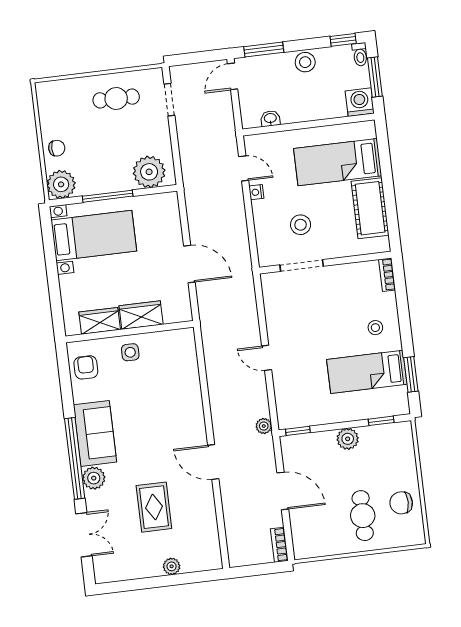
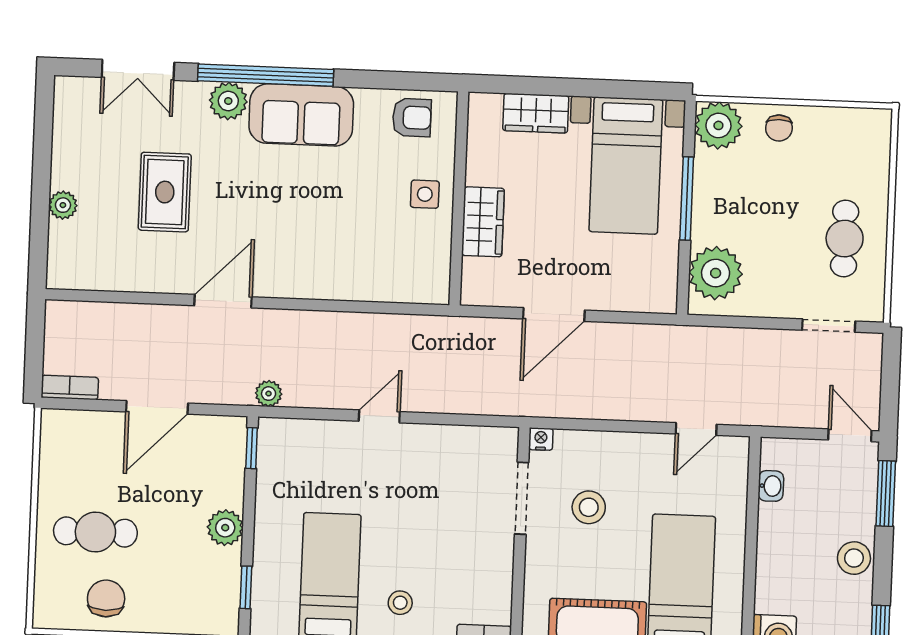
nightstand: (256, 192) -> (541, 439), moved
wardrobe: (100, 321) -> (536, 113), moved, turned 90
rug: (154, 507) -> (165, 192), turned 90

